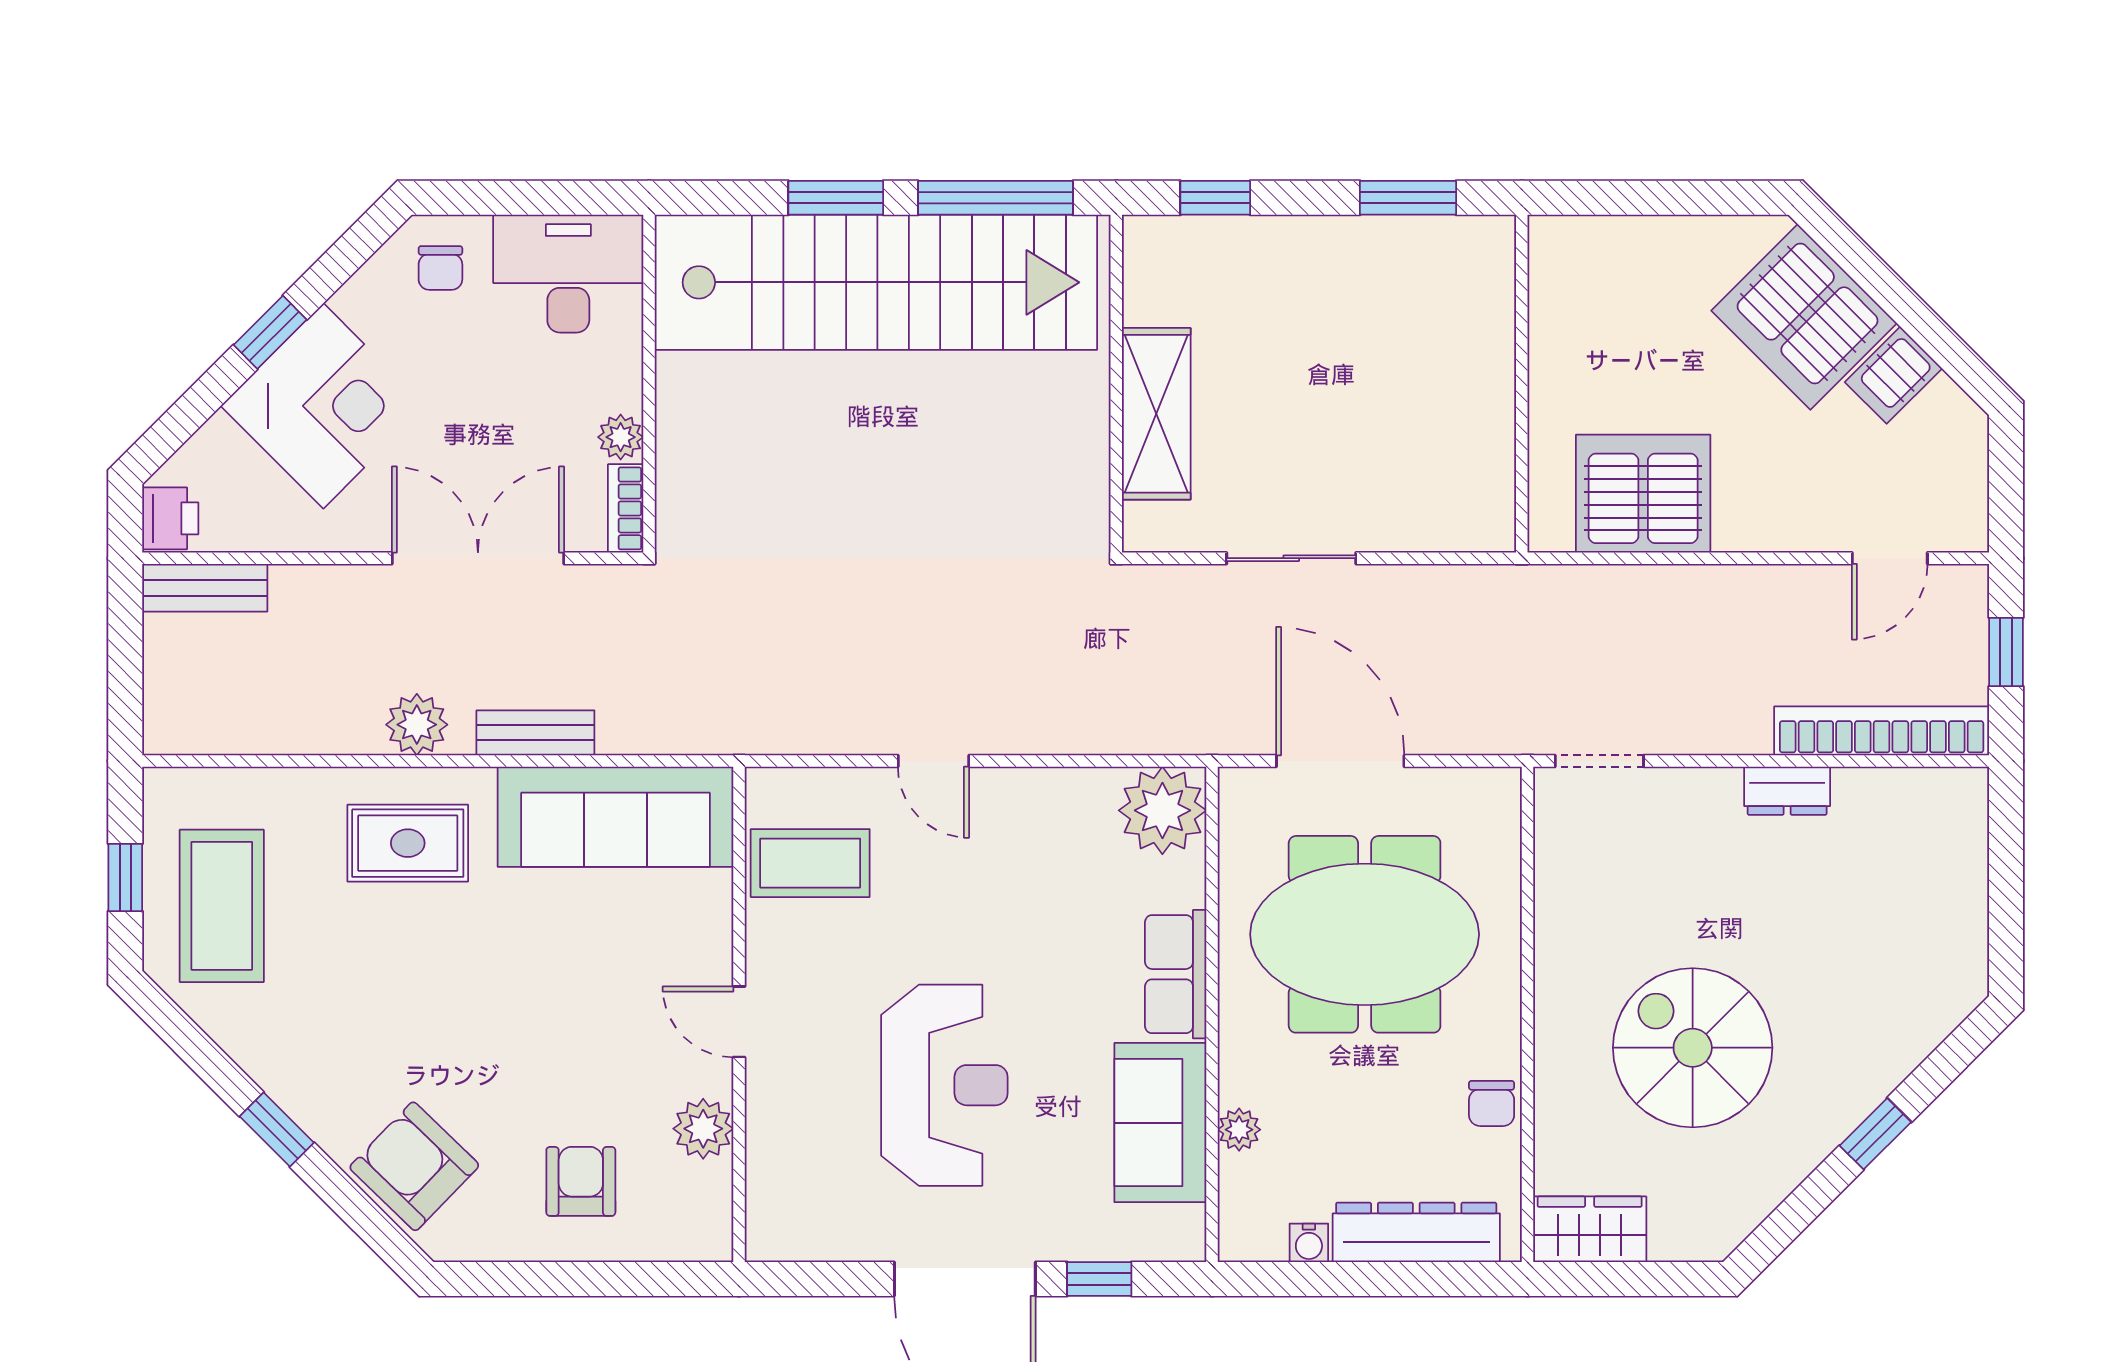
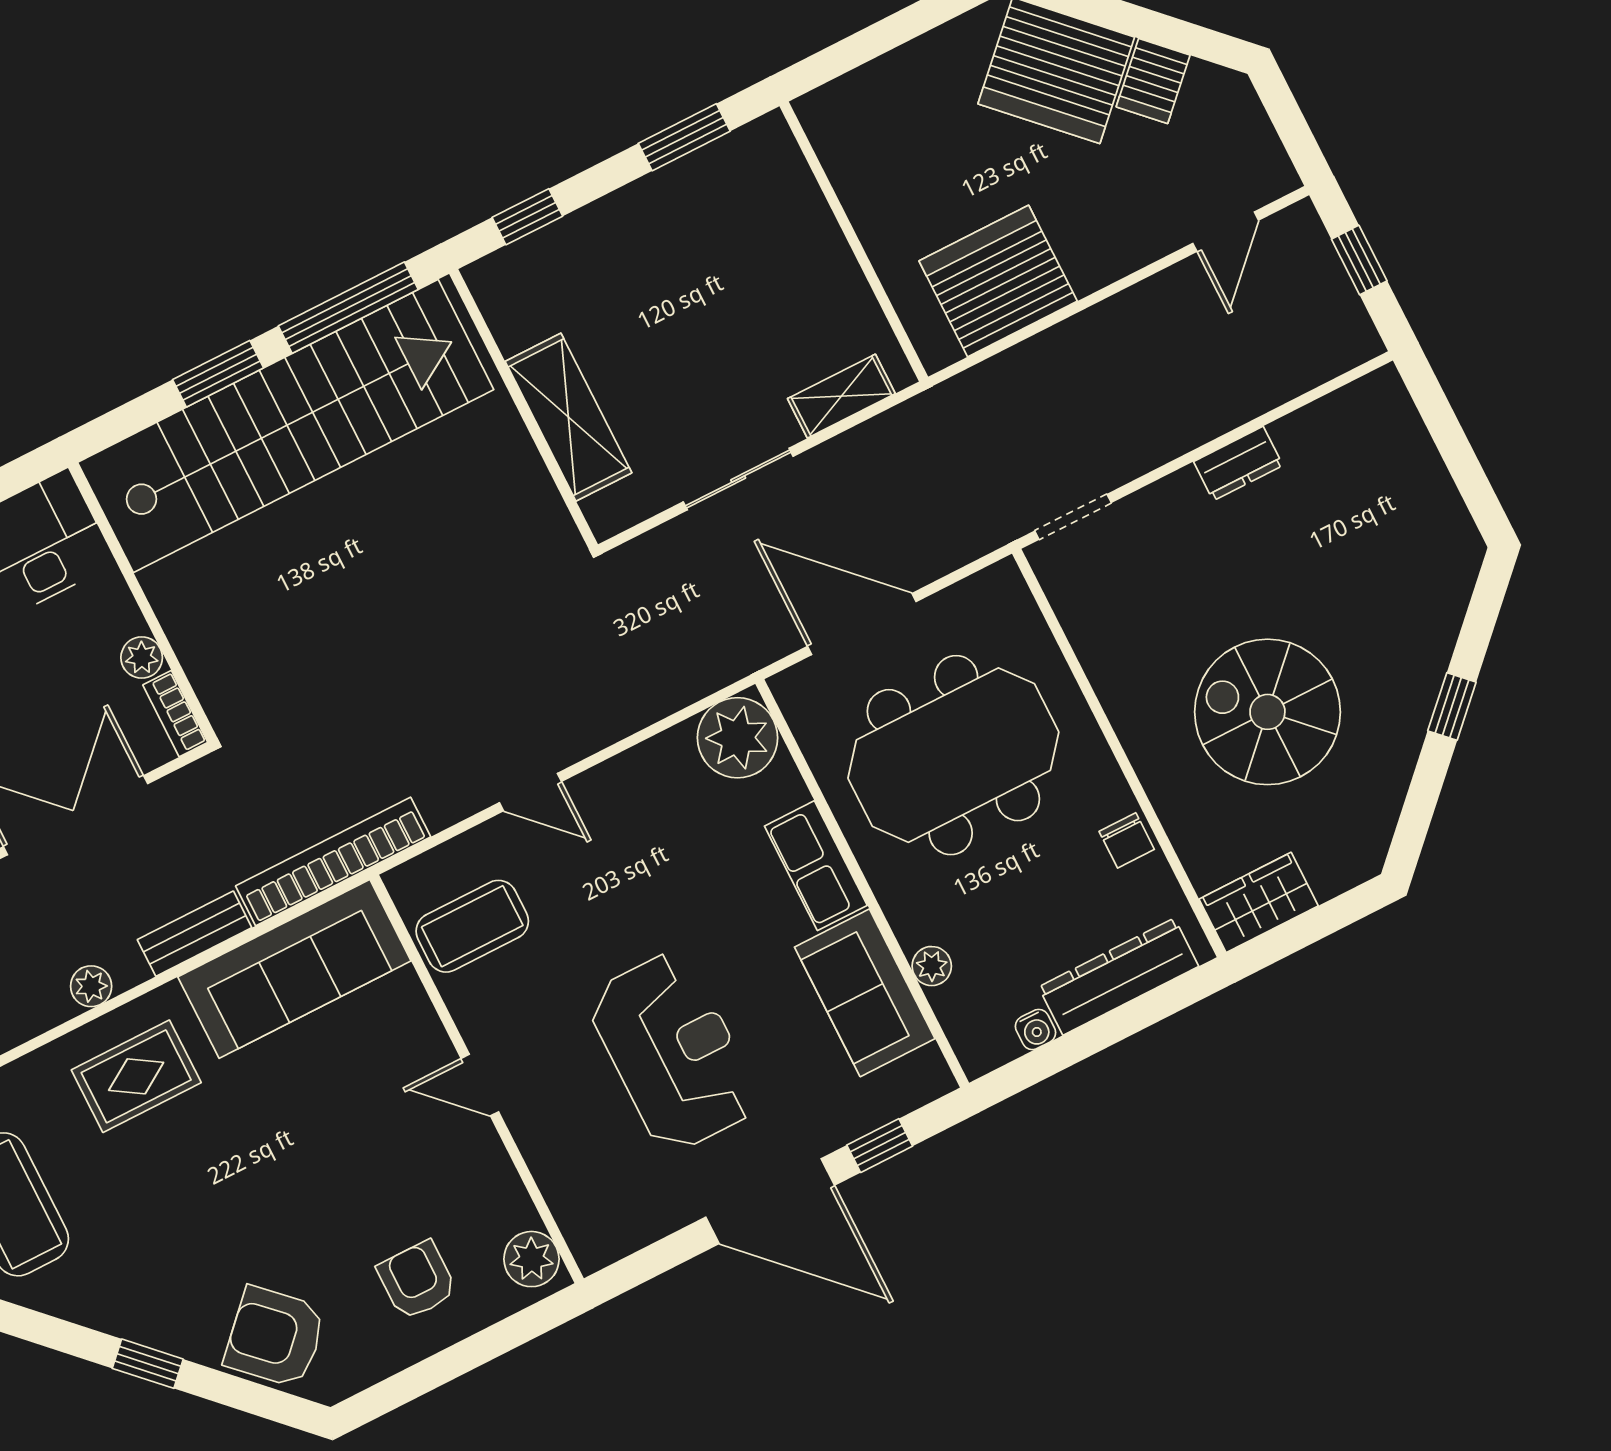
shelving: (1433, 528) -> (841, 396), added
plant: (417, 725) -> (91, 986), width x0.73, depth x0.73
bookcase: (1882, 731) -> (333, 861), moved
plant: (703, 1129) -> (532, 1259), moved

